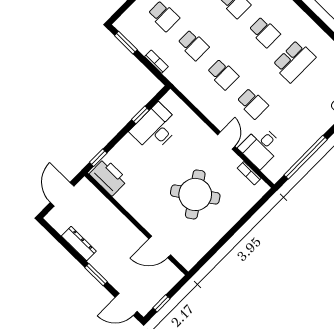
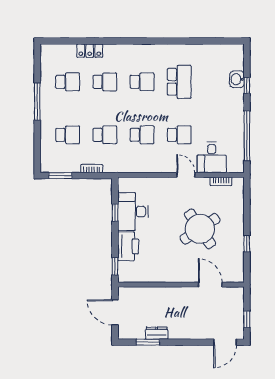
printer: (108, 177) -> (128, 246), moved, turned 90
window: (221, 243) -> (247, 244), added
dresser: (79, 244) -> (157, 333), width x0.70
door: (160, 247) -> (210, 285), swing flipped
window: (96, 275) -> (148, 342), moved

